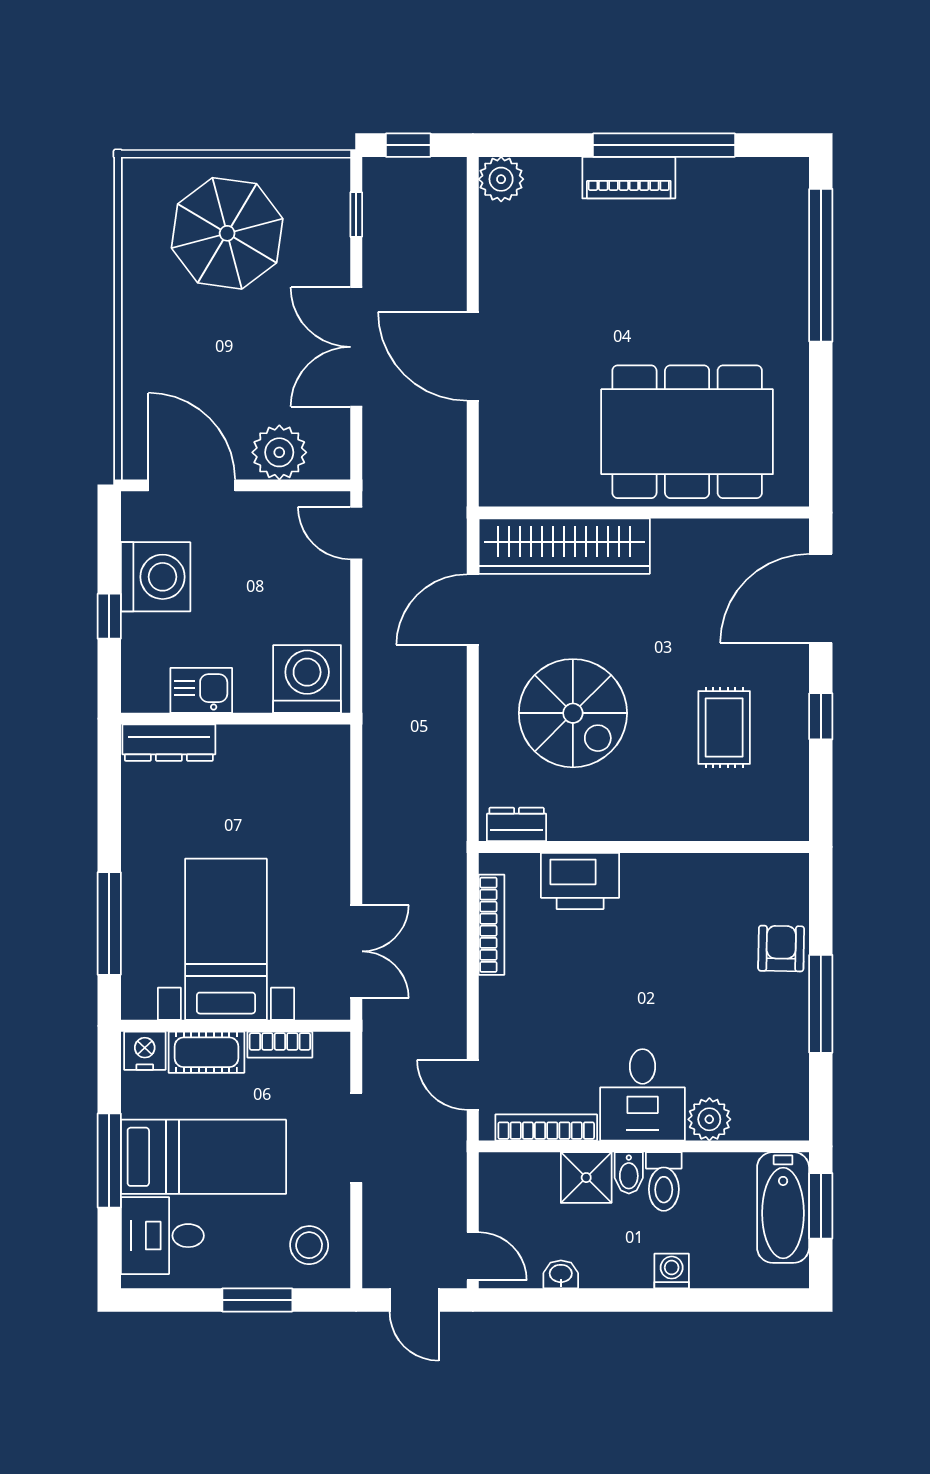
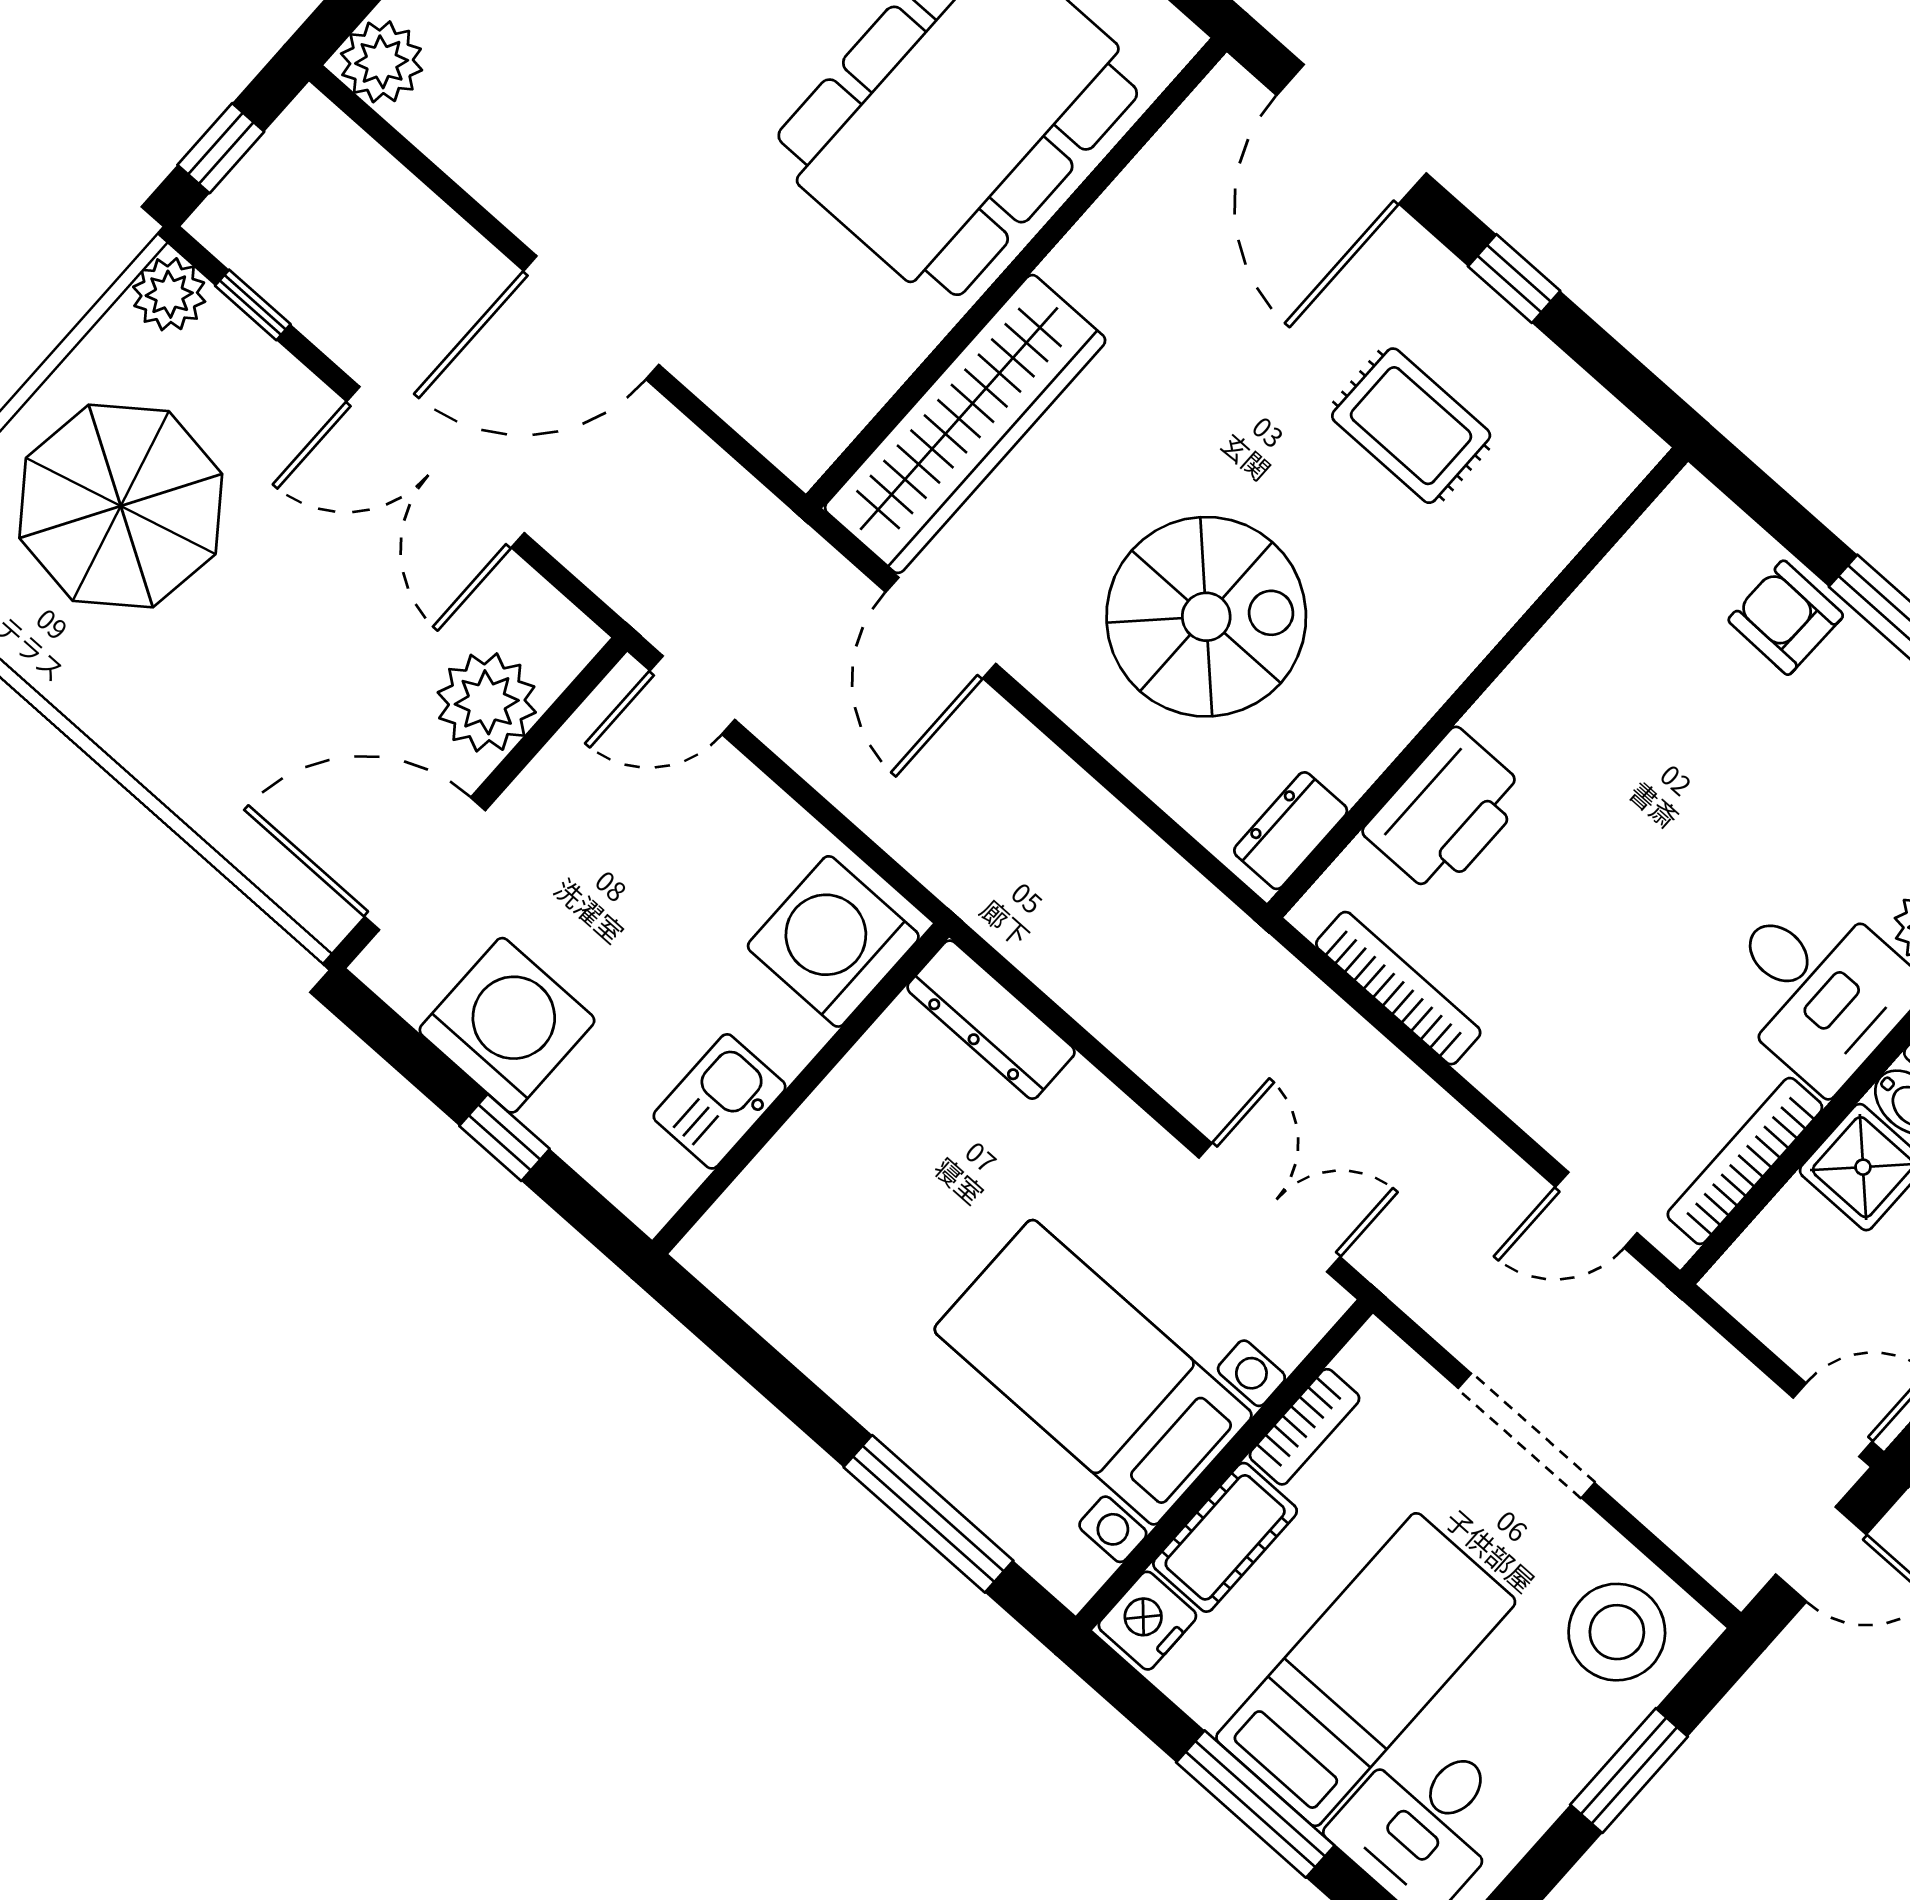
plant: (330, 177) -> (169, 294), added
dresser: (169, 743) -> (991, 1020), moved, turned 90
stool: (309, 1245) -> (1617, 1632), width x1.38, depth x1.38

